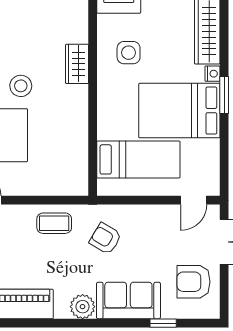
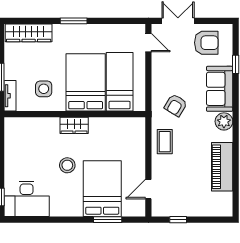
wardrobe: (77, 64) -> (74, 125), moved
nightstand: (212, 74) -> (59, 29), removed
bed: (179, 111) -> (86, 82), moved, turned 180
armchair: (193, 282) -> (206, 43), turned -90

